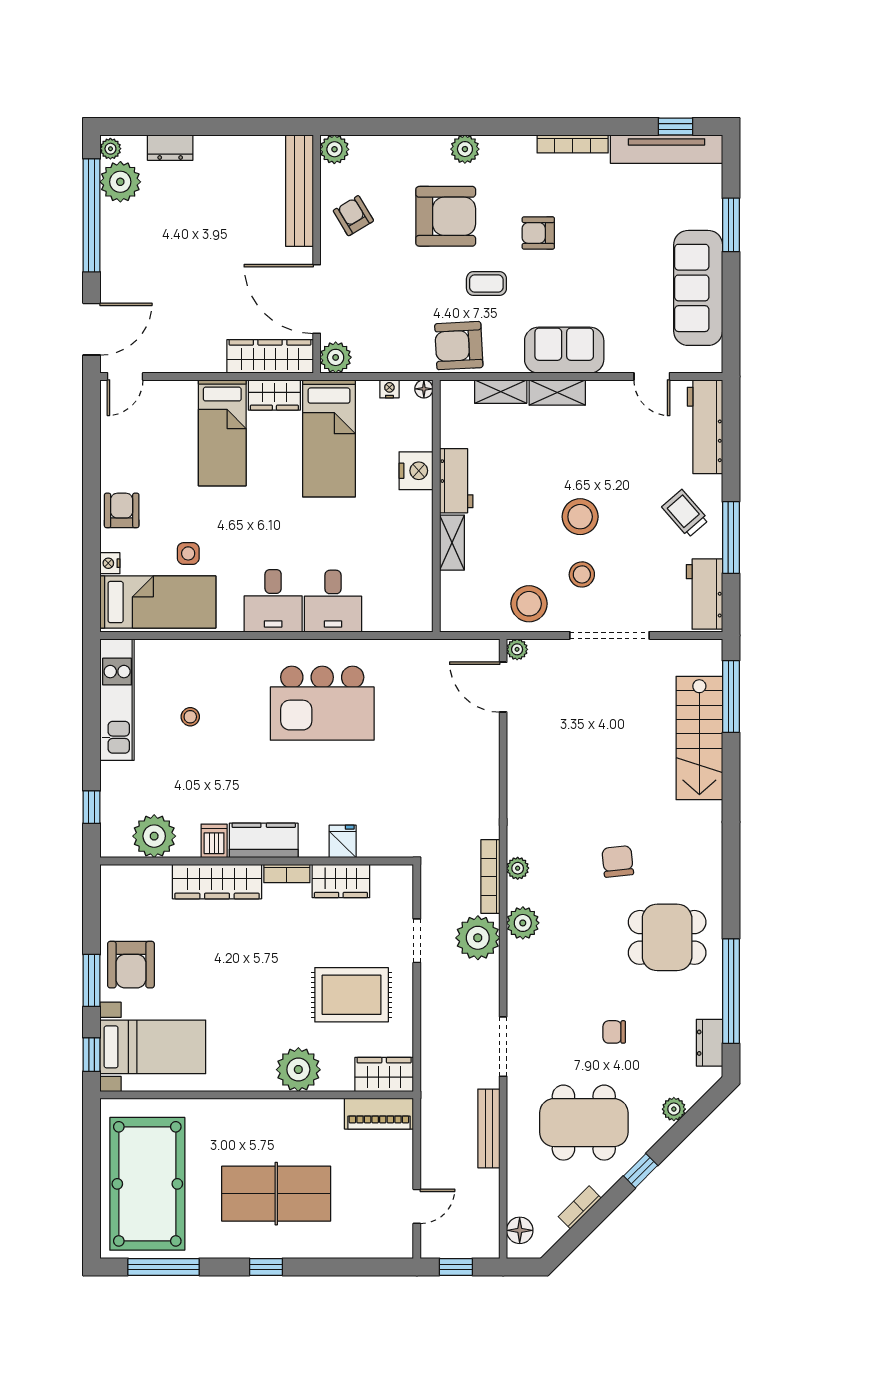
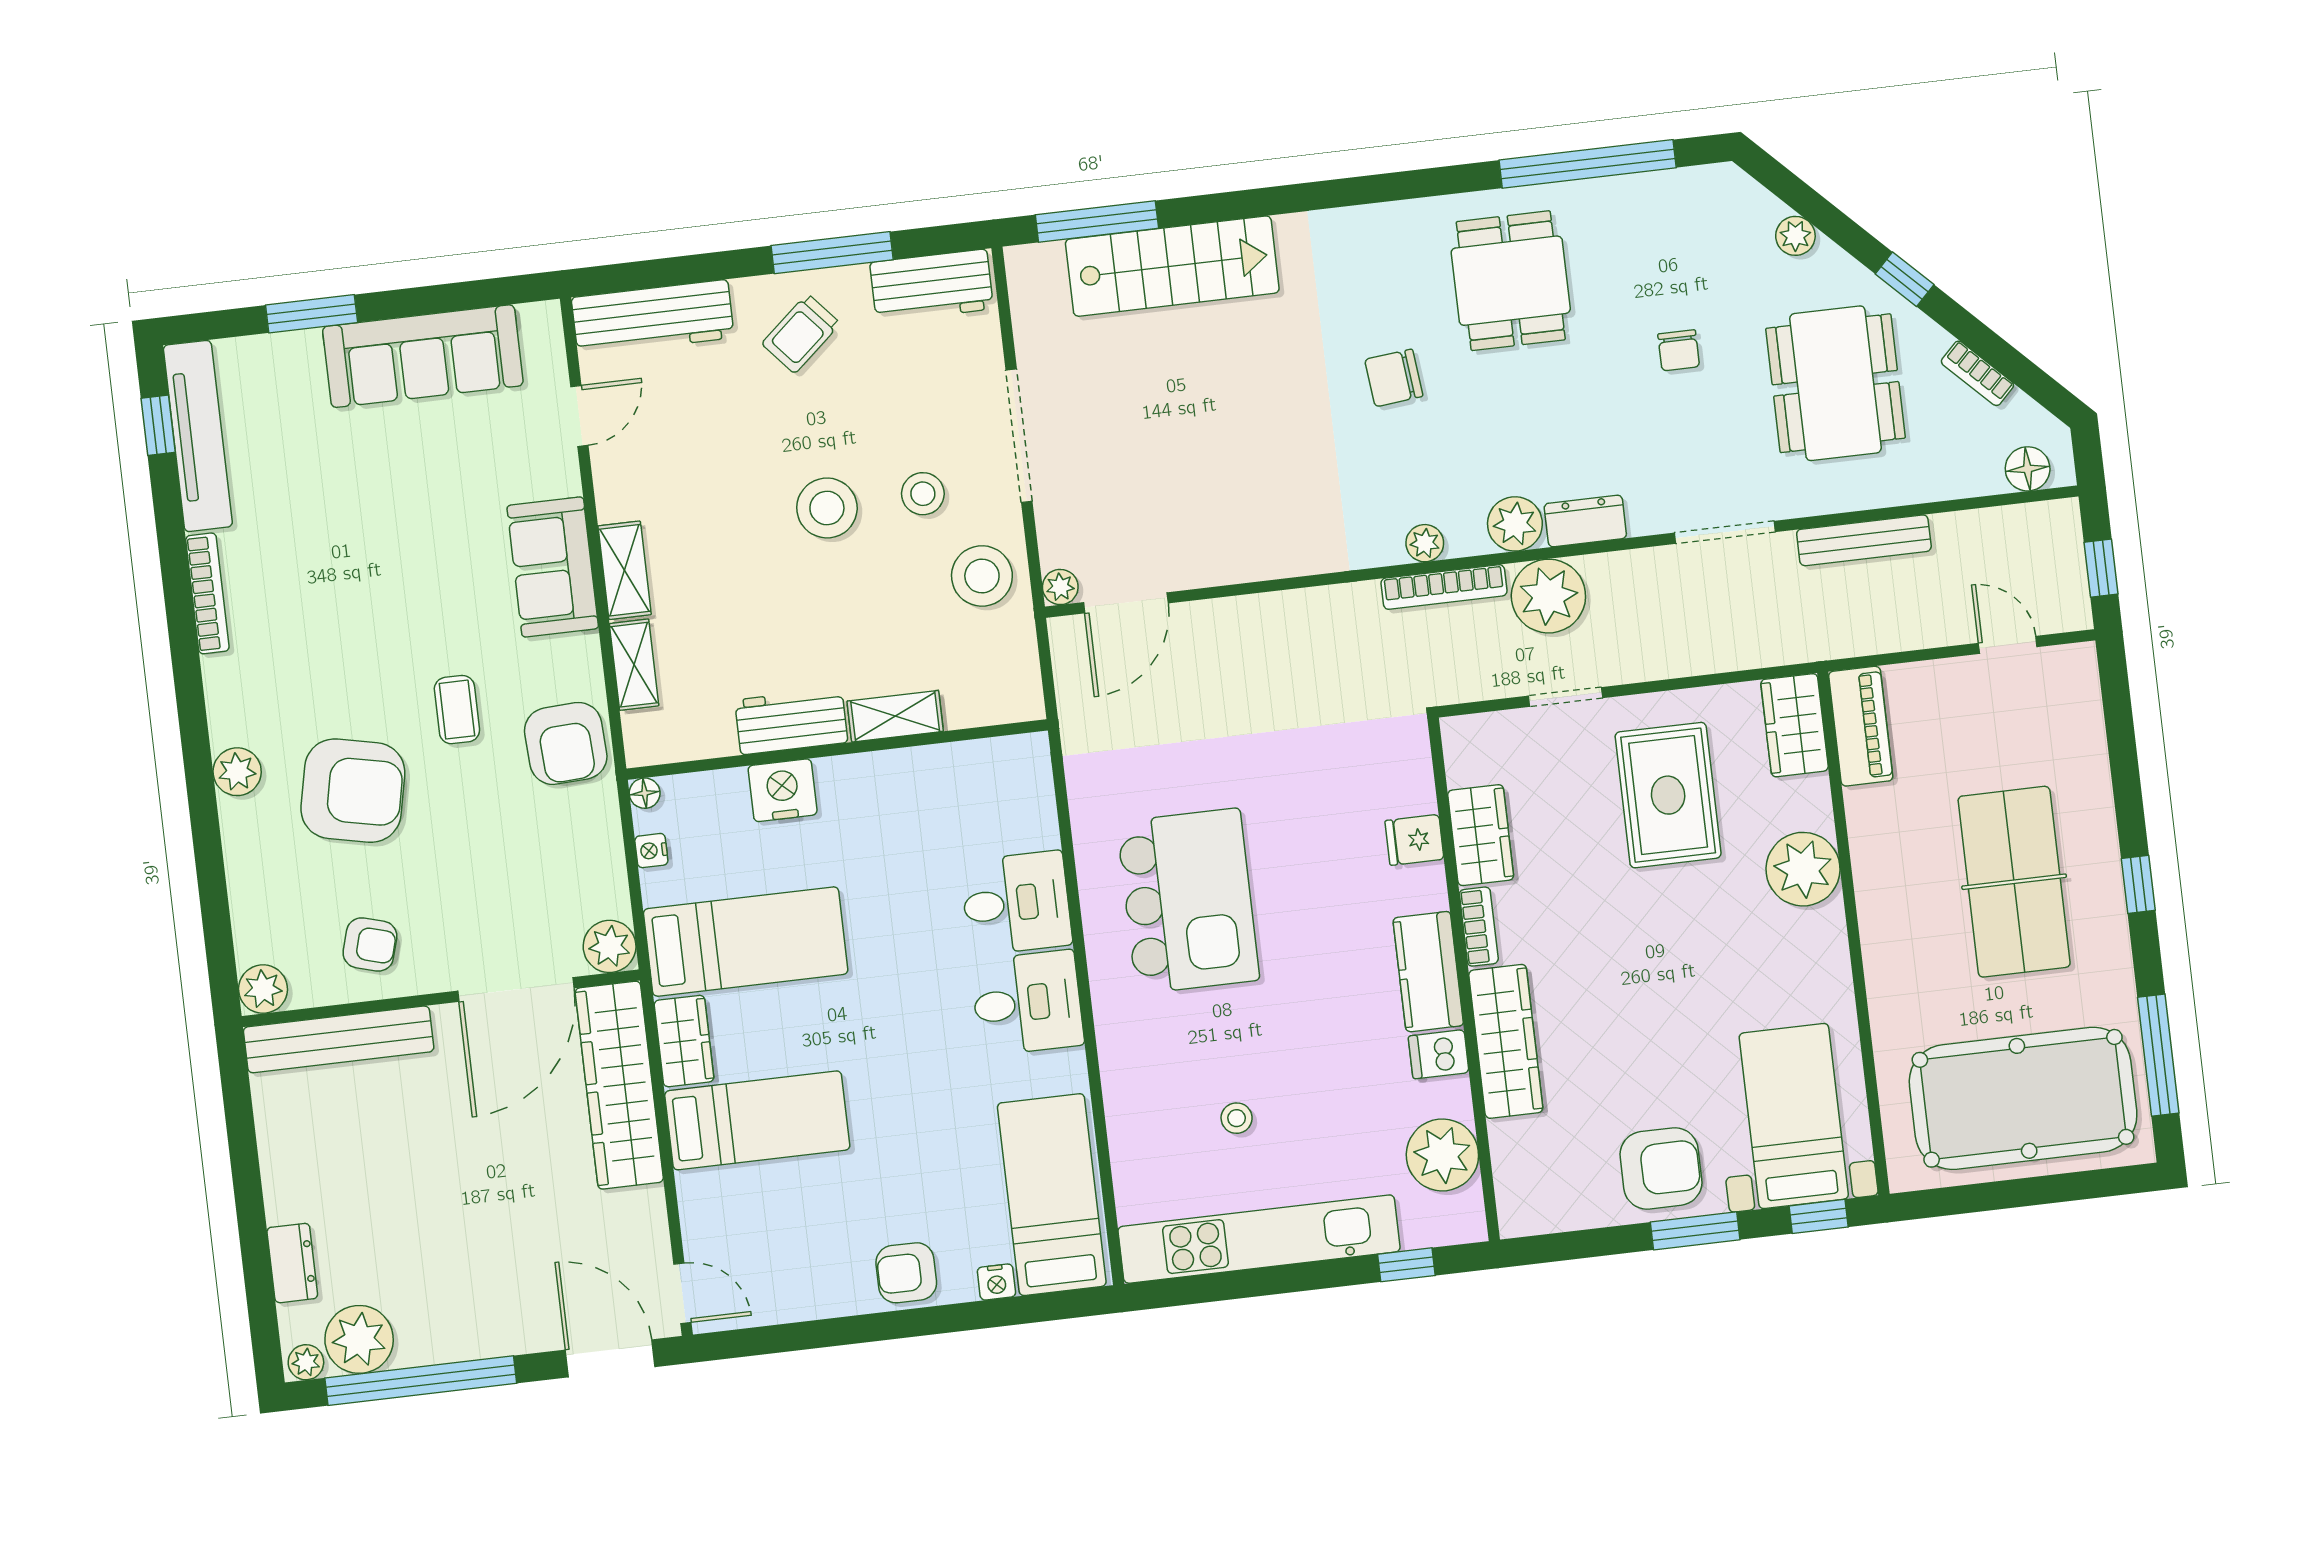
armchair: (353, 216) -> (370, 944), turned -133
armchair: (446, 216) -> (353, 791), turned 102
armchair: (538, 233) -> (363, 633), removed
wardrobe: (270, 356) -> (619, 1085), width x1.40, depth x1.17
side table: (188, 553) -> (965, 1154), removed
kitchen unit: (117, 700) -> (1259, 1239), width x1.36
dresser: (709, 1043) -> (1585, 521), moved, turned 180

